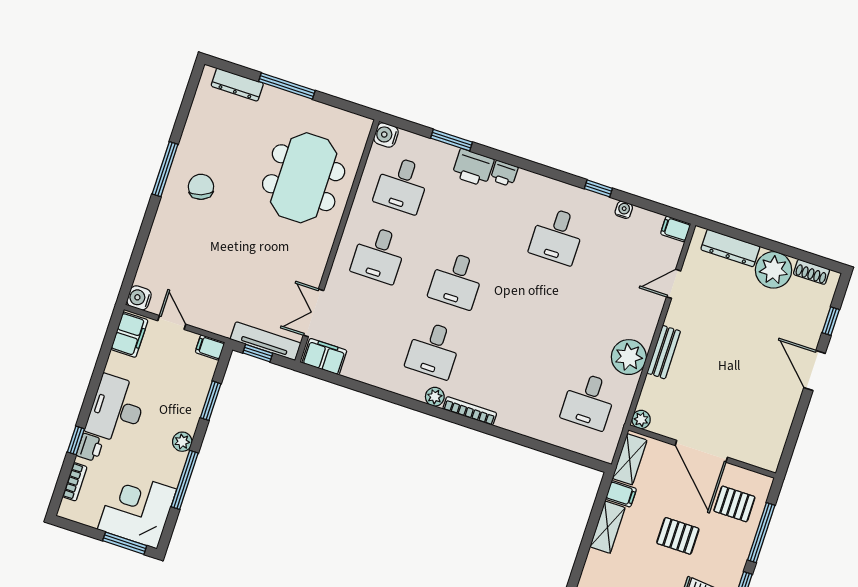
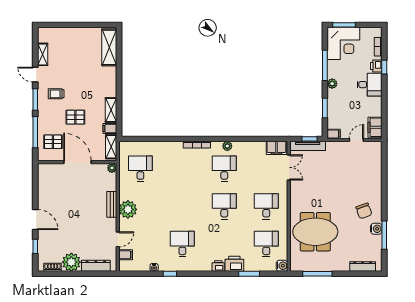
window: (287, 86) -> (317, 274), moved
window: (165, 169) -> (384, 235), moved
meeting table: (304, 178) -> (315, 232), turned 90
filing cabinet: (676, 229) -> (126, 255), moved
water cooler: (139, 298) -> (376, 229), moved
door: (172, 322) -> (356, 140), swing flipped
plant: (629, 357) -> (128, 209), moved
plant: (435, 397) -> (227, 146), moved
desk: (116, 409) -> (369, 85), width x0.73

